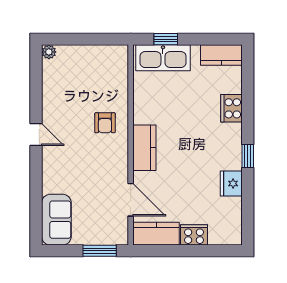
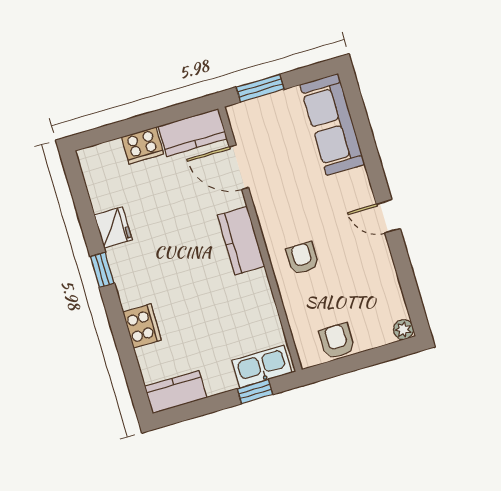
armchair: (98, 58) -> (337, 341), added
kitchen sink: (163, 58) -> (262, 367), width x0.73, depth x0.81
sofa: (56, 220) -> (332, 124), width x1.36

